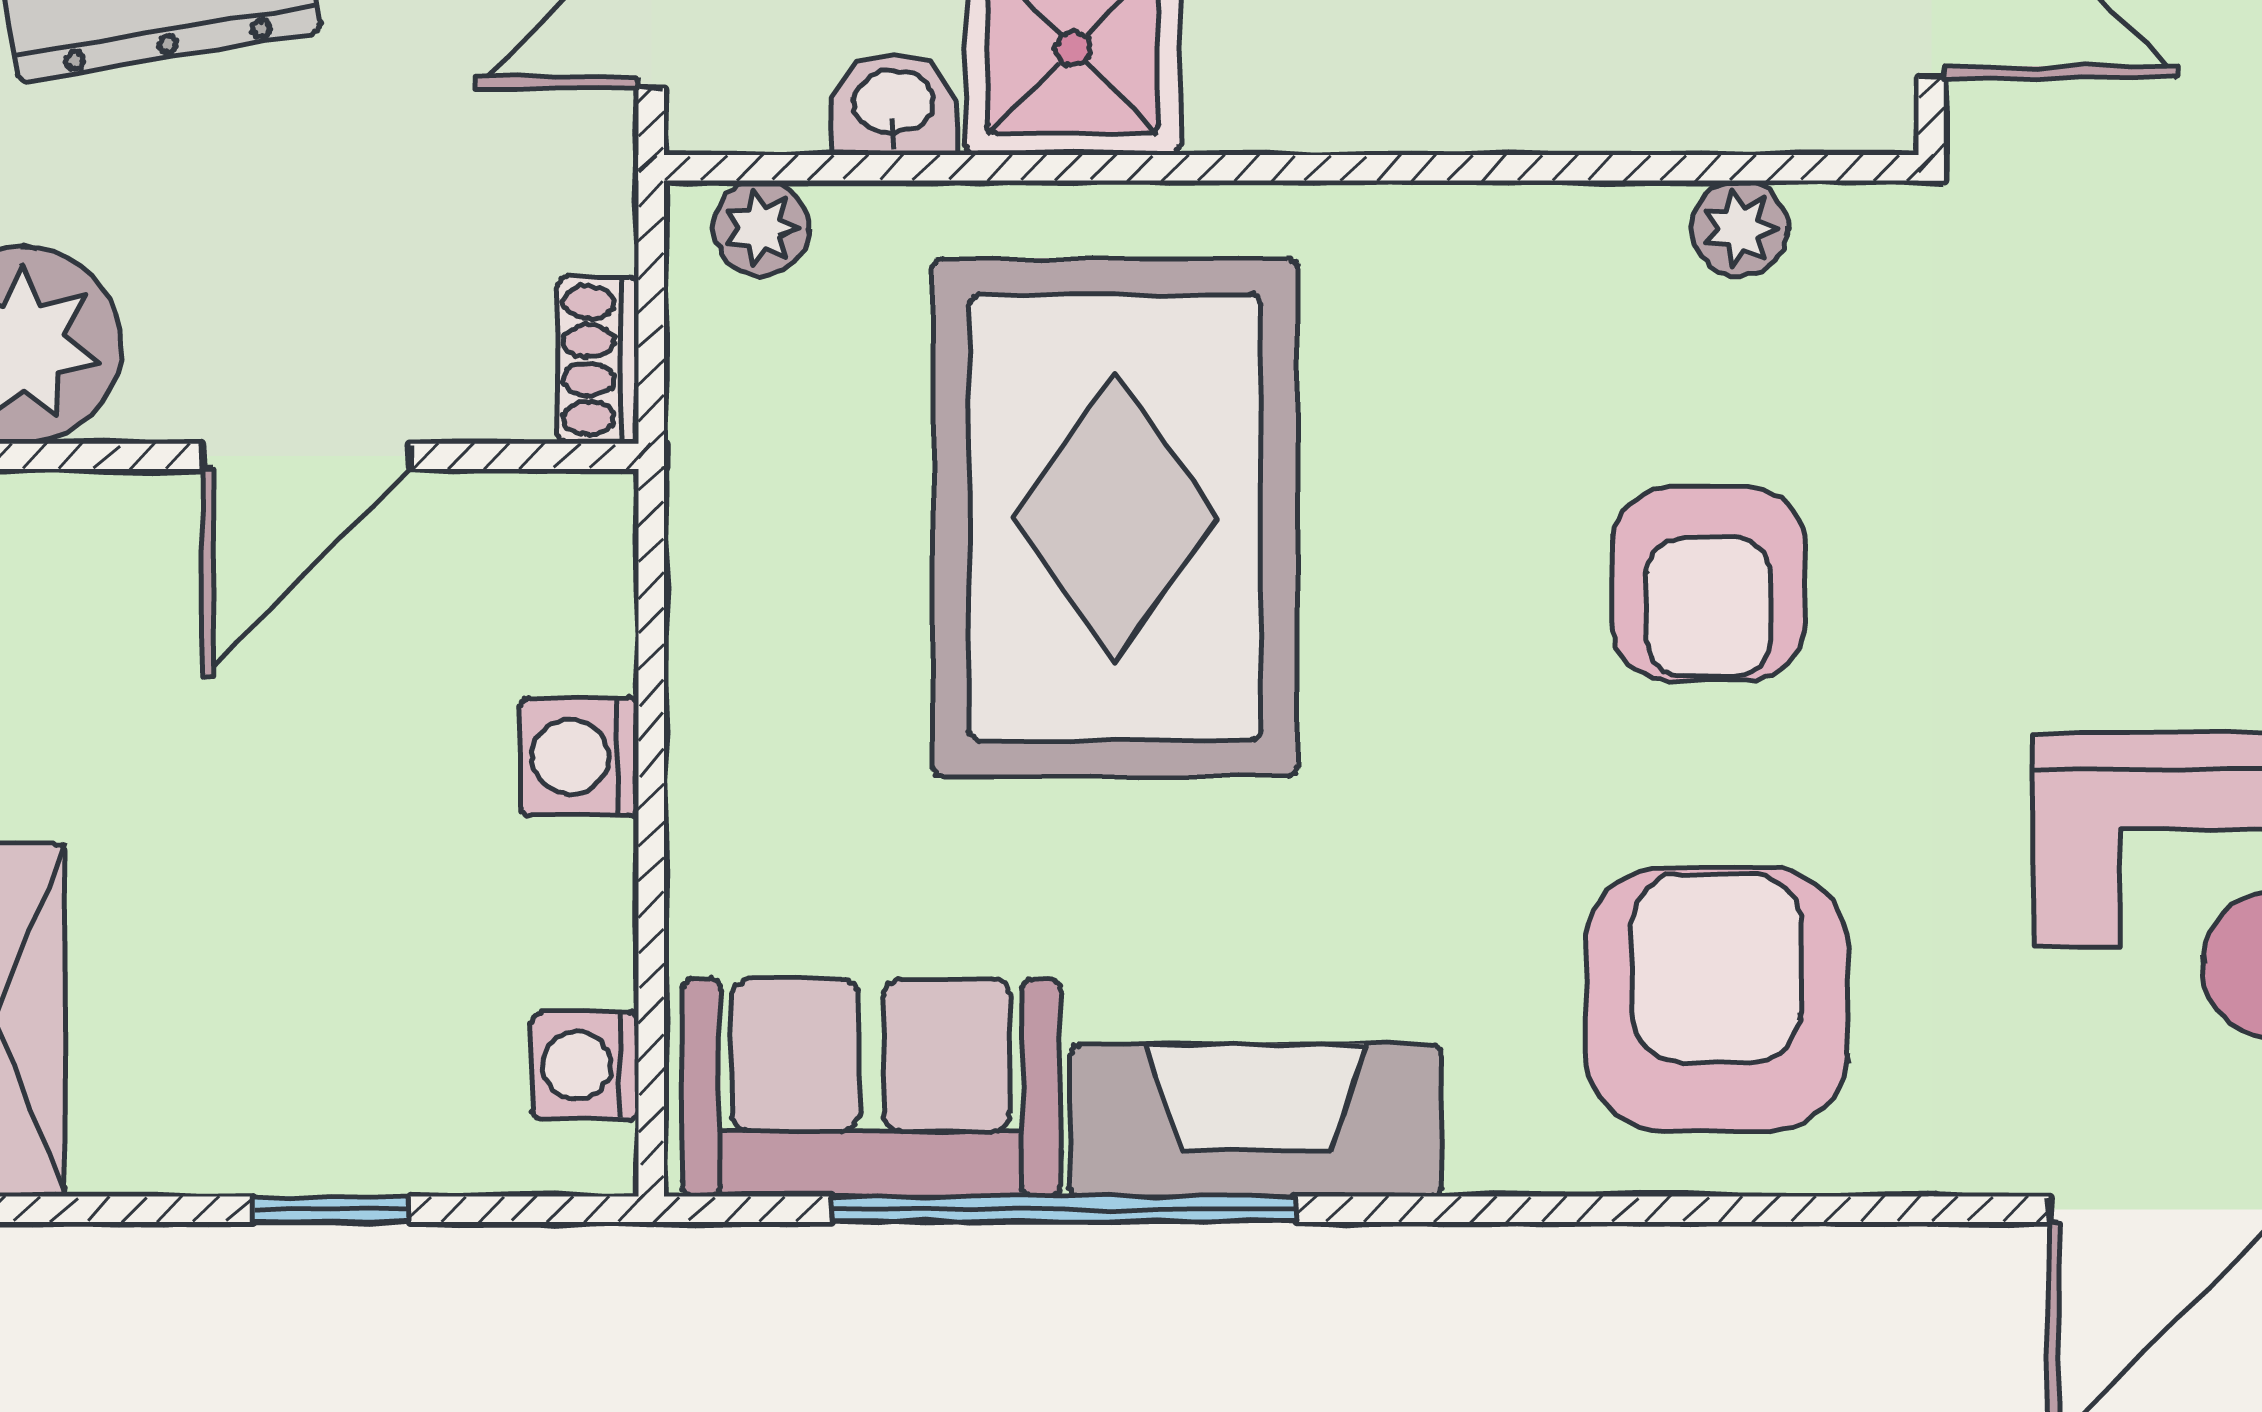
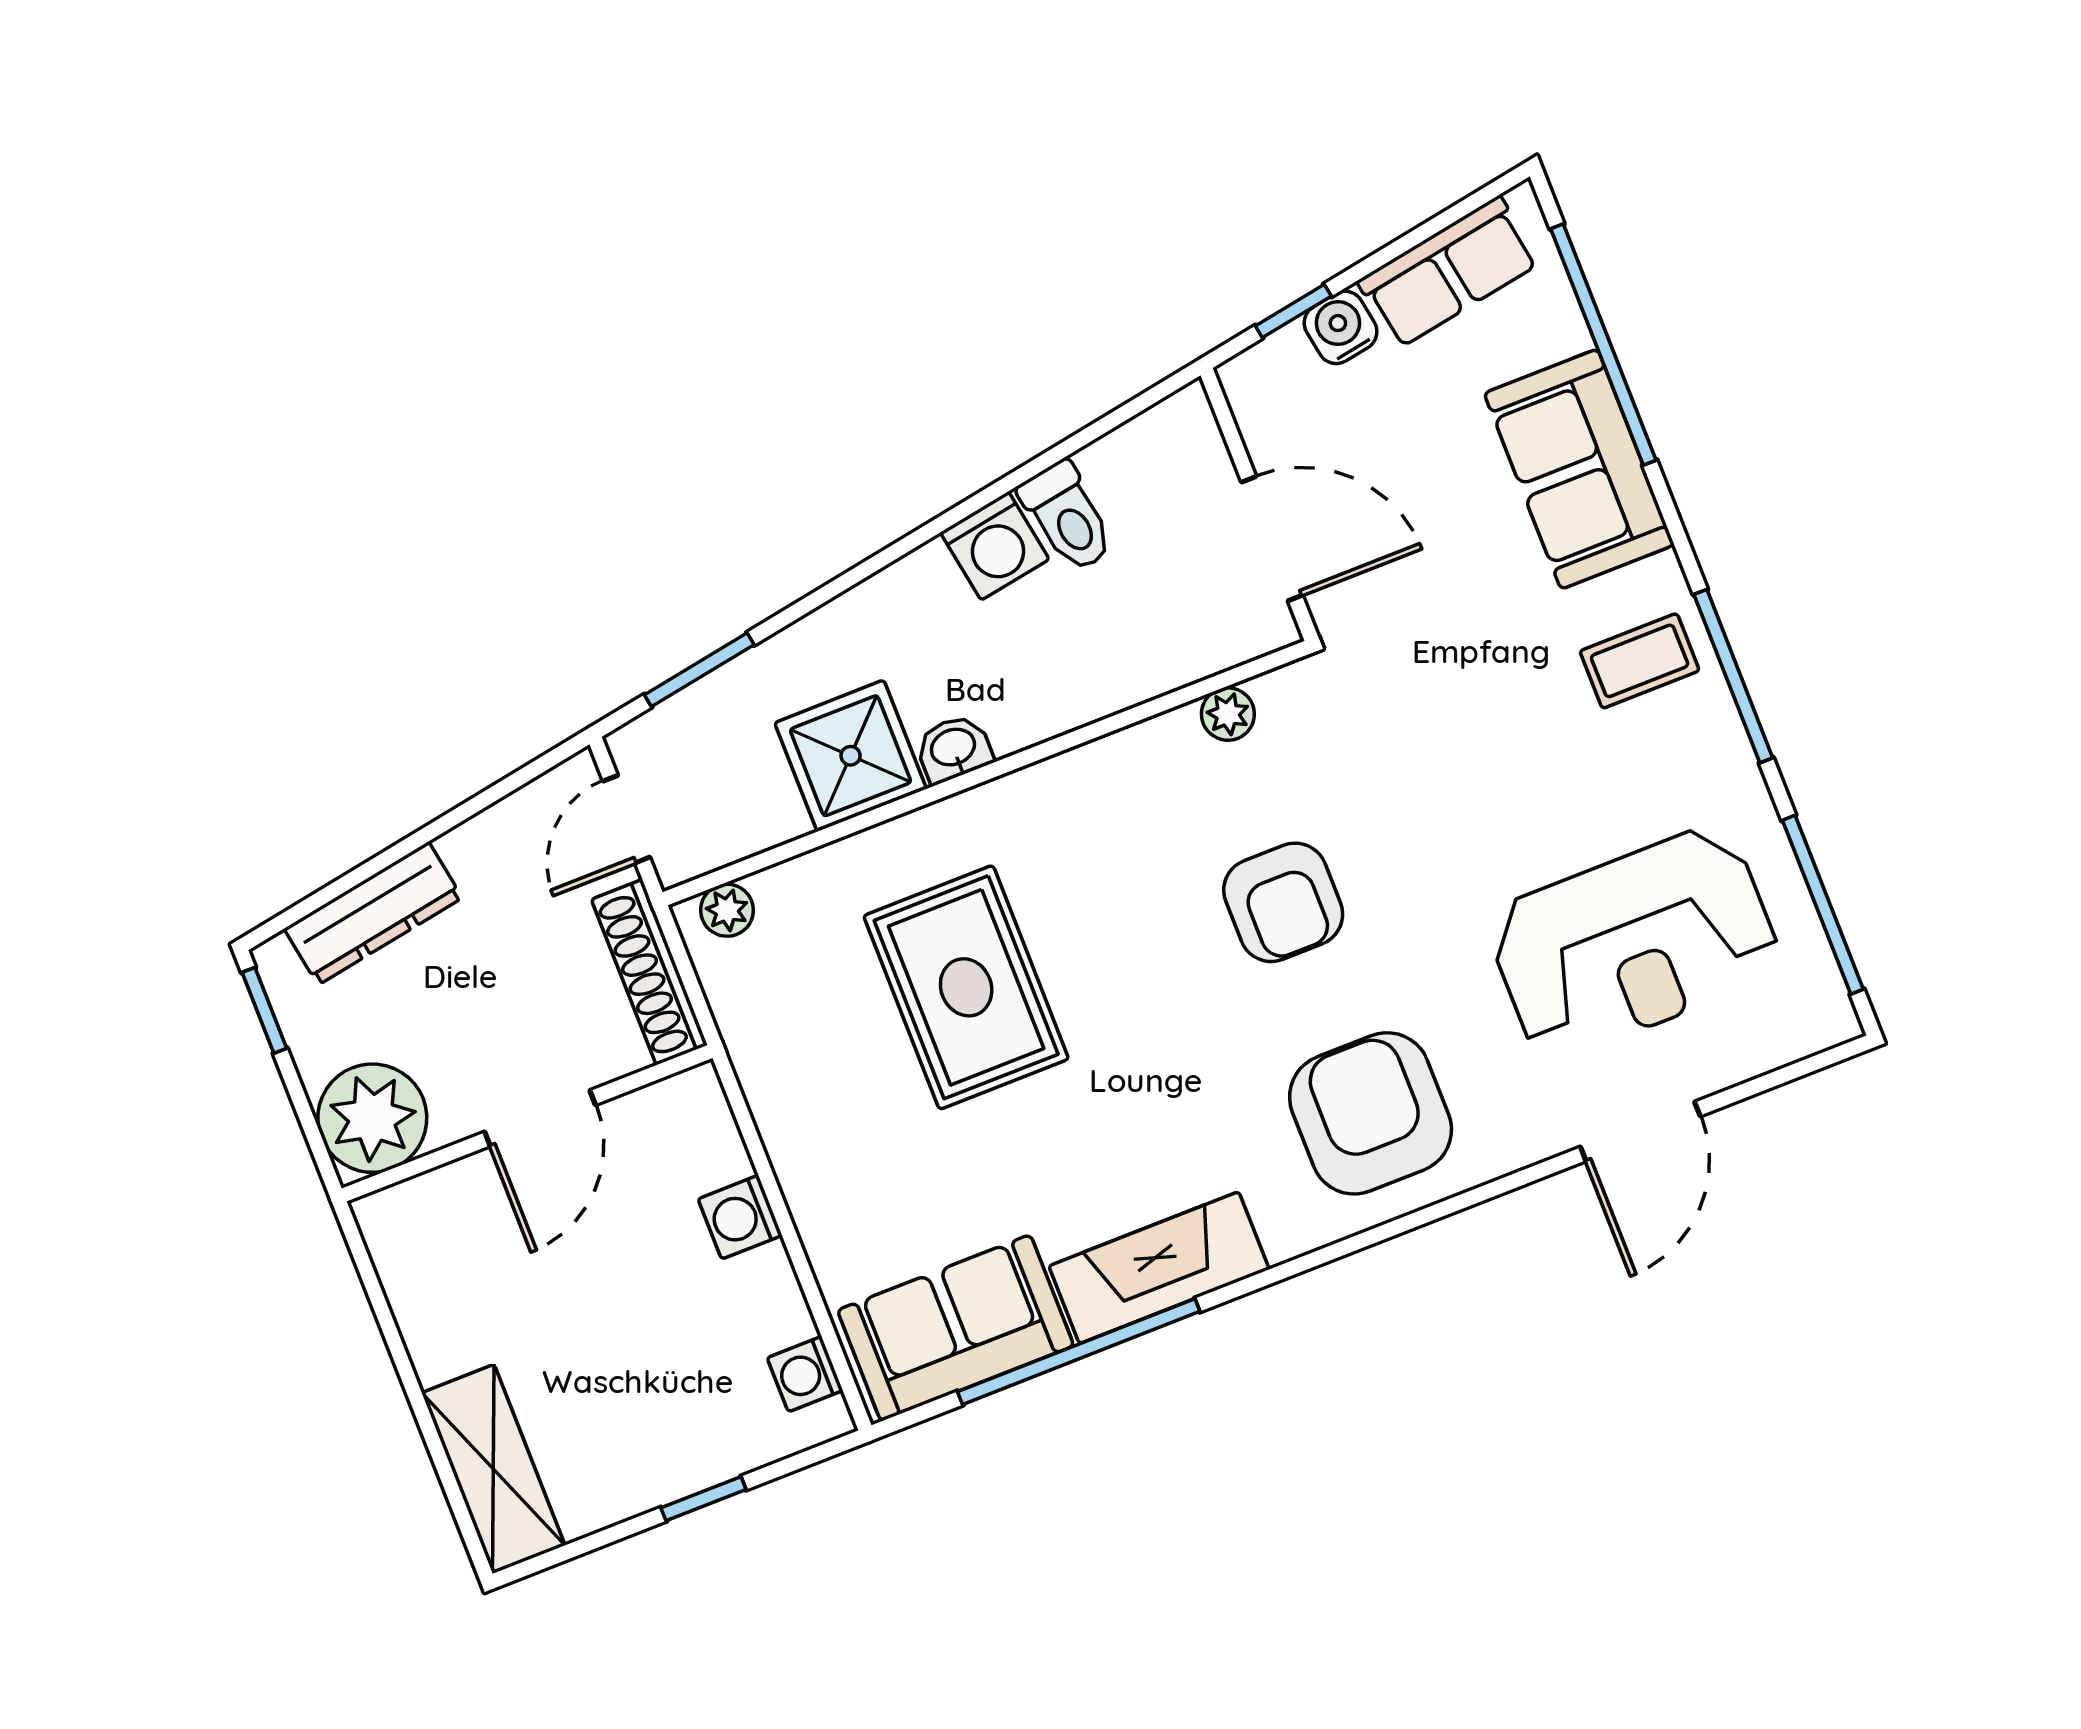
washbasin: (894, 105) -> (954, 749), moved
shoe rack: (598, 360) -> (649, 972), width x1.94, depth x1.24
rug: (1115, 517) -> (966, 987), width x0.73, depth x0.69

